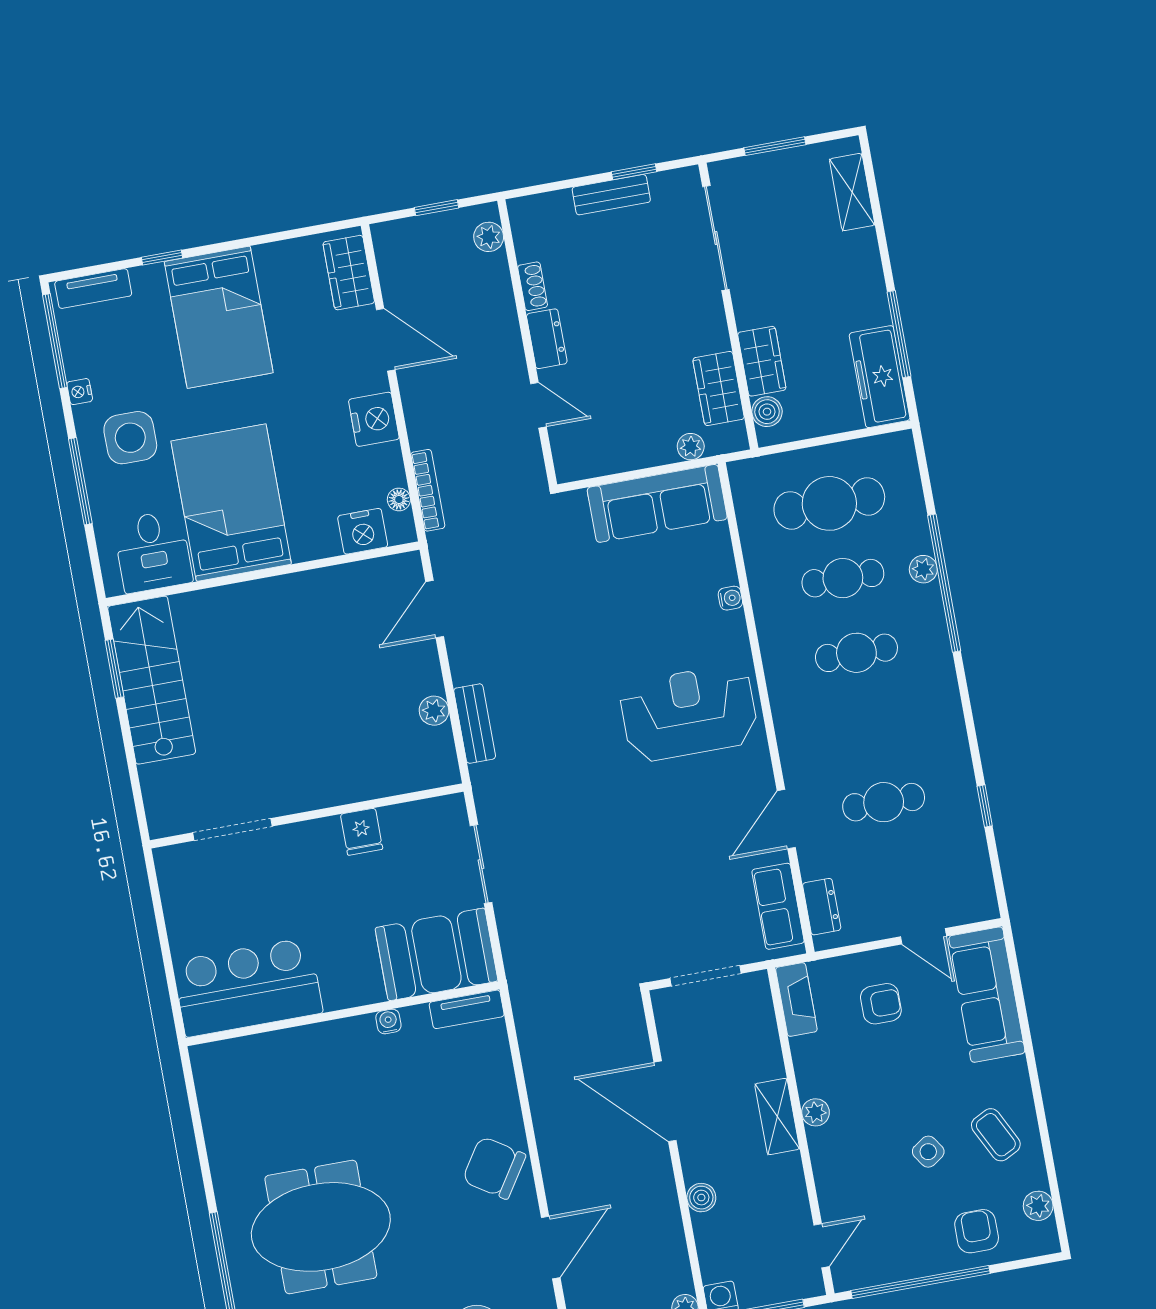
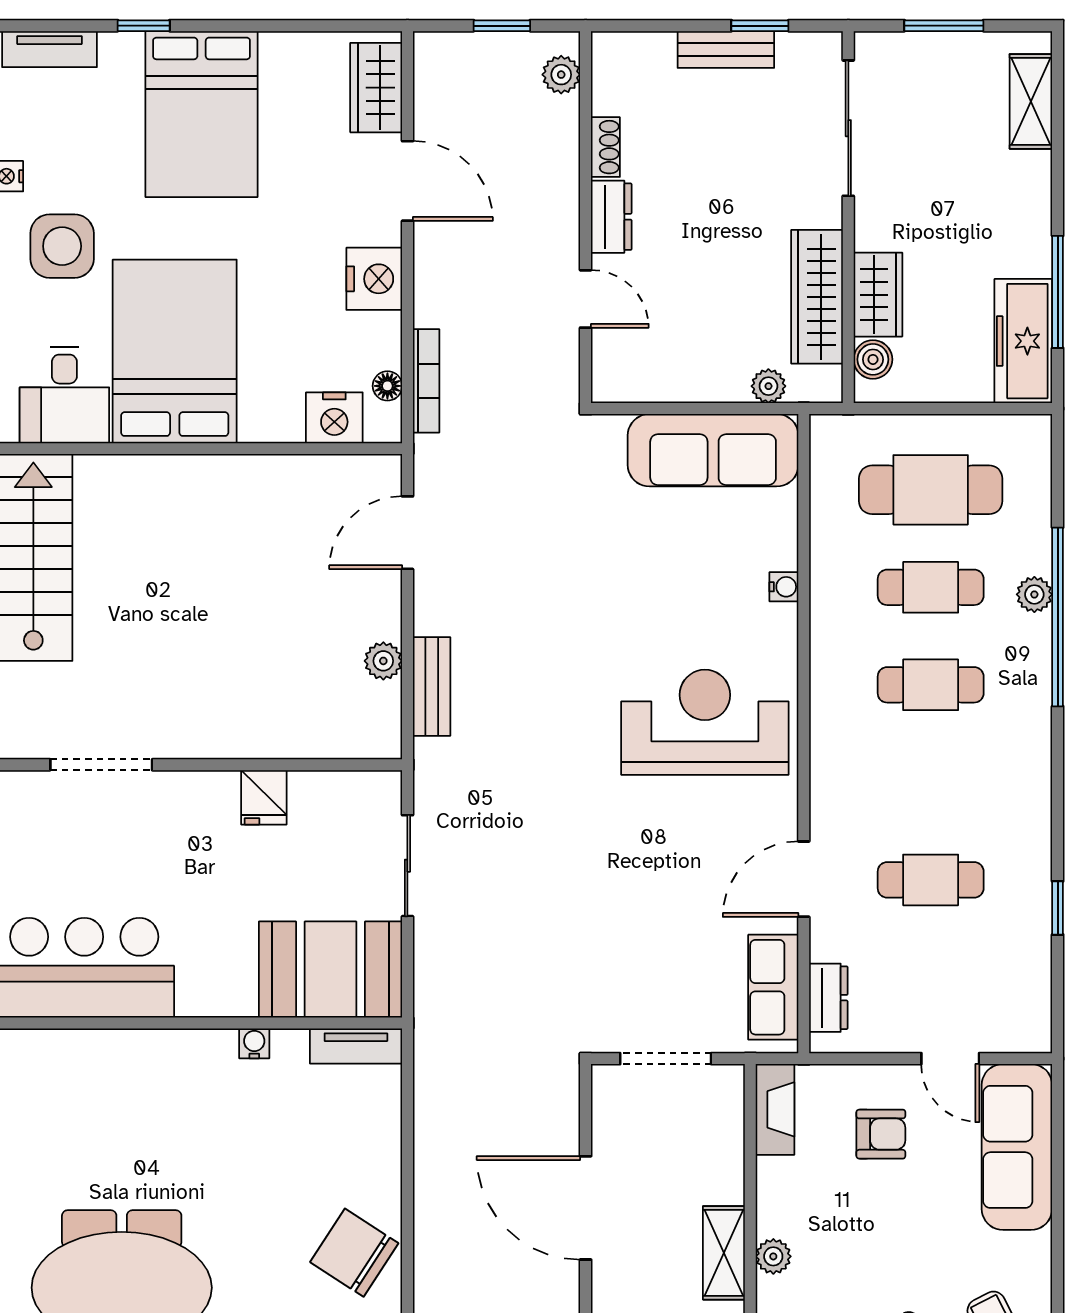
wardrobe: (719, 388) -> (817, 297), width x1.50

